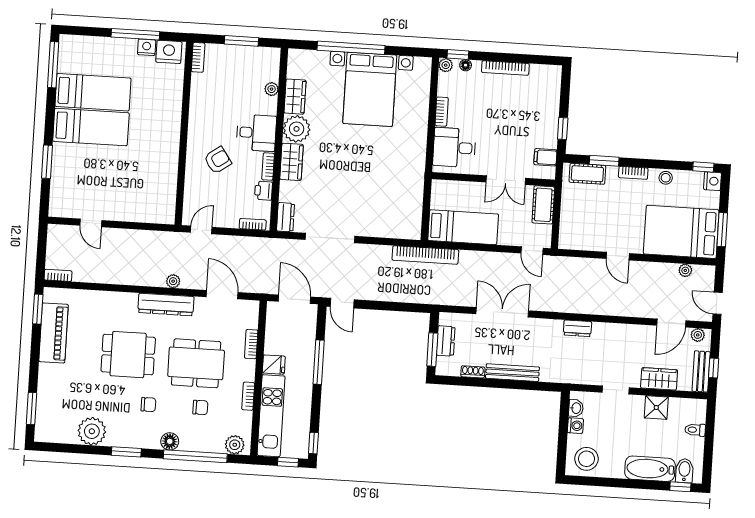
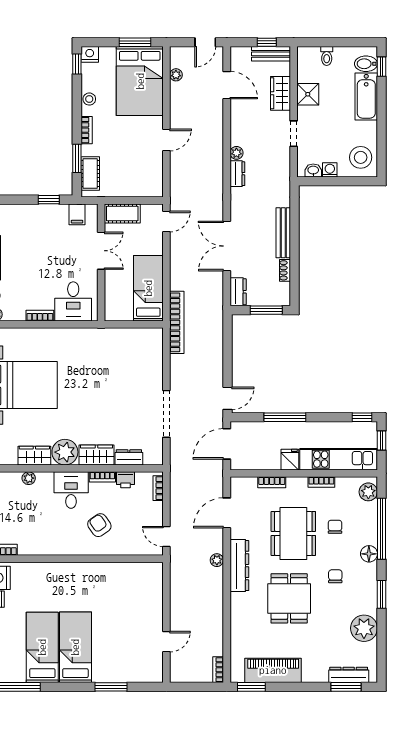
dresser: (285, 217) -> (129, 457), moved
plant: (698, 335) -> (236, 153), moved
dresser: (446, 341) -> (238, 292), moved, turned 90
dresser: (44, 412) -> (349, 675), added

